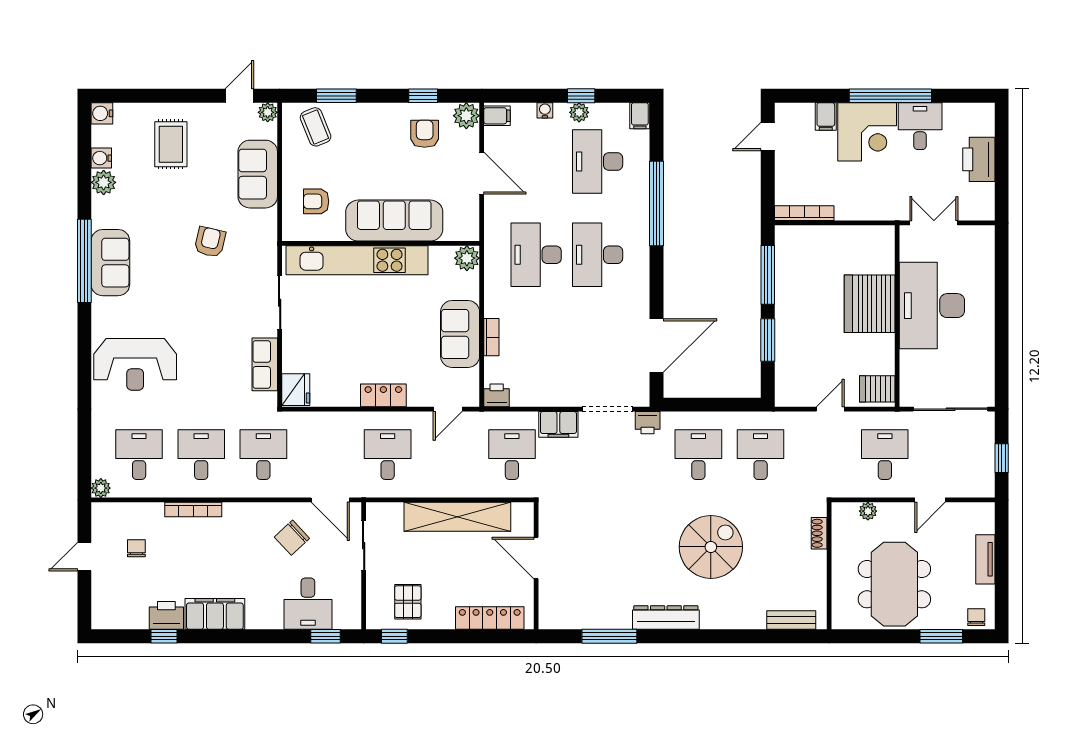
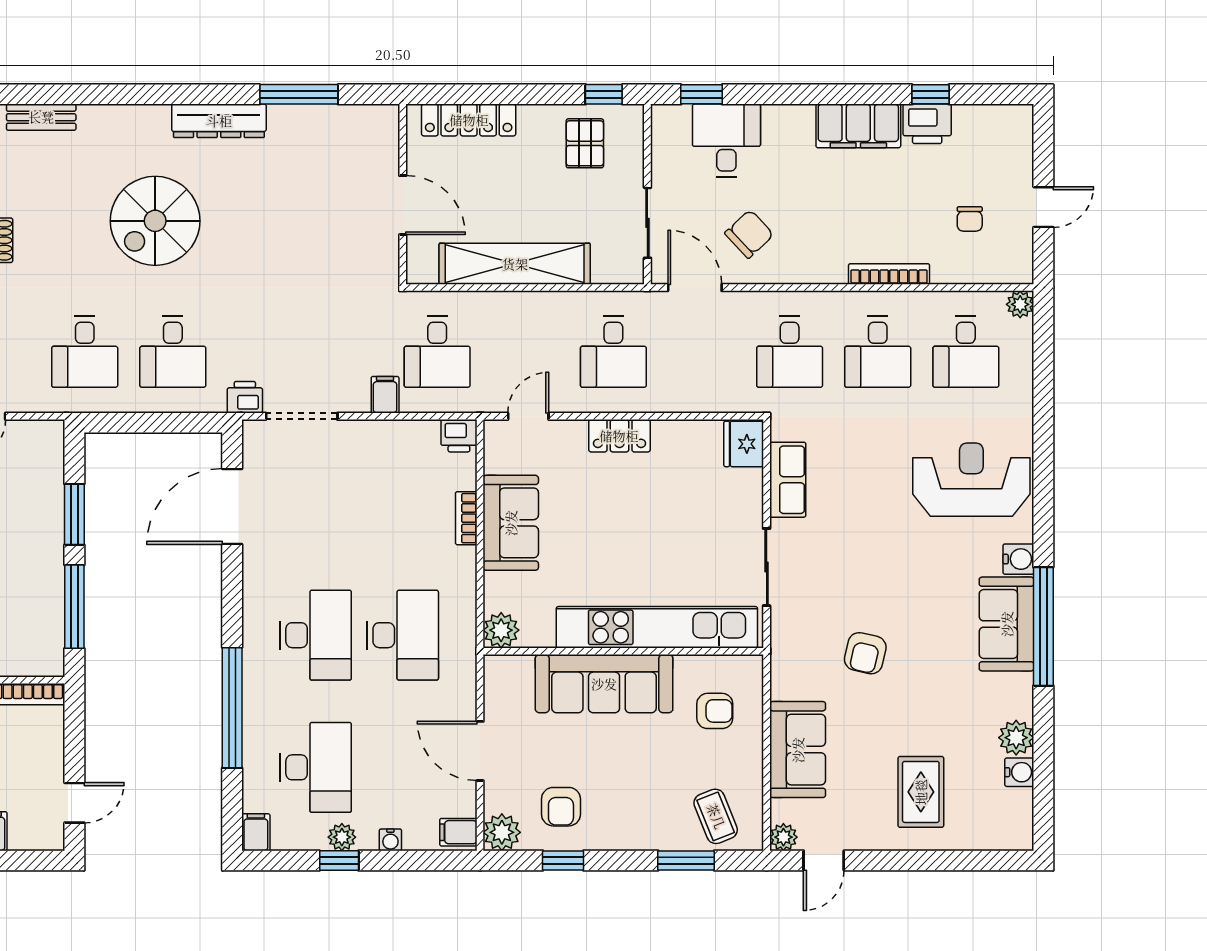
water cooler: (102, 113) -> (1018, 559), moved
filing cabinet: (558, 424) -> (385, 395), width x0.50

